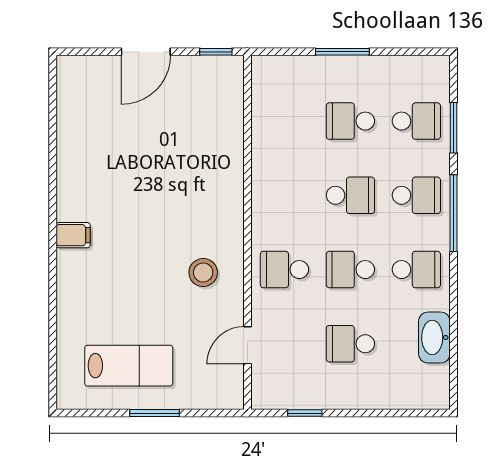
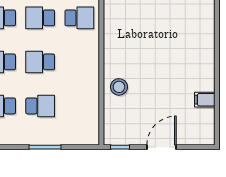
filing cabinet: (73, 235) -> (205, 100), moved
school desk: (350, 270) -> (40, 18), turned 180
stool: (203, 273) -> (119, 87), moved

